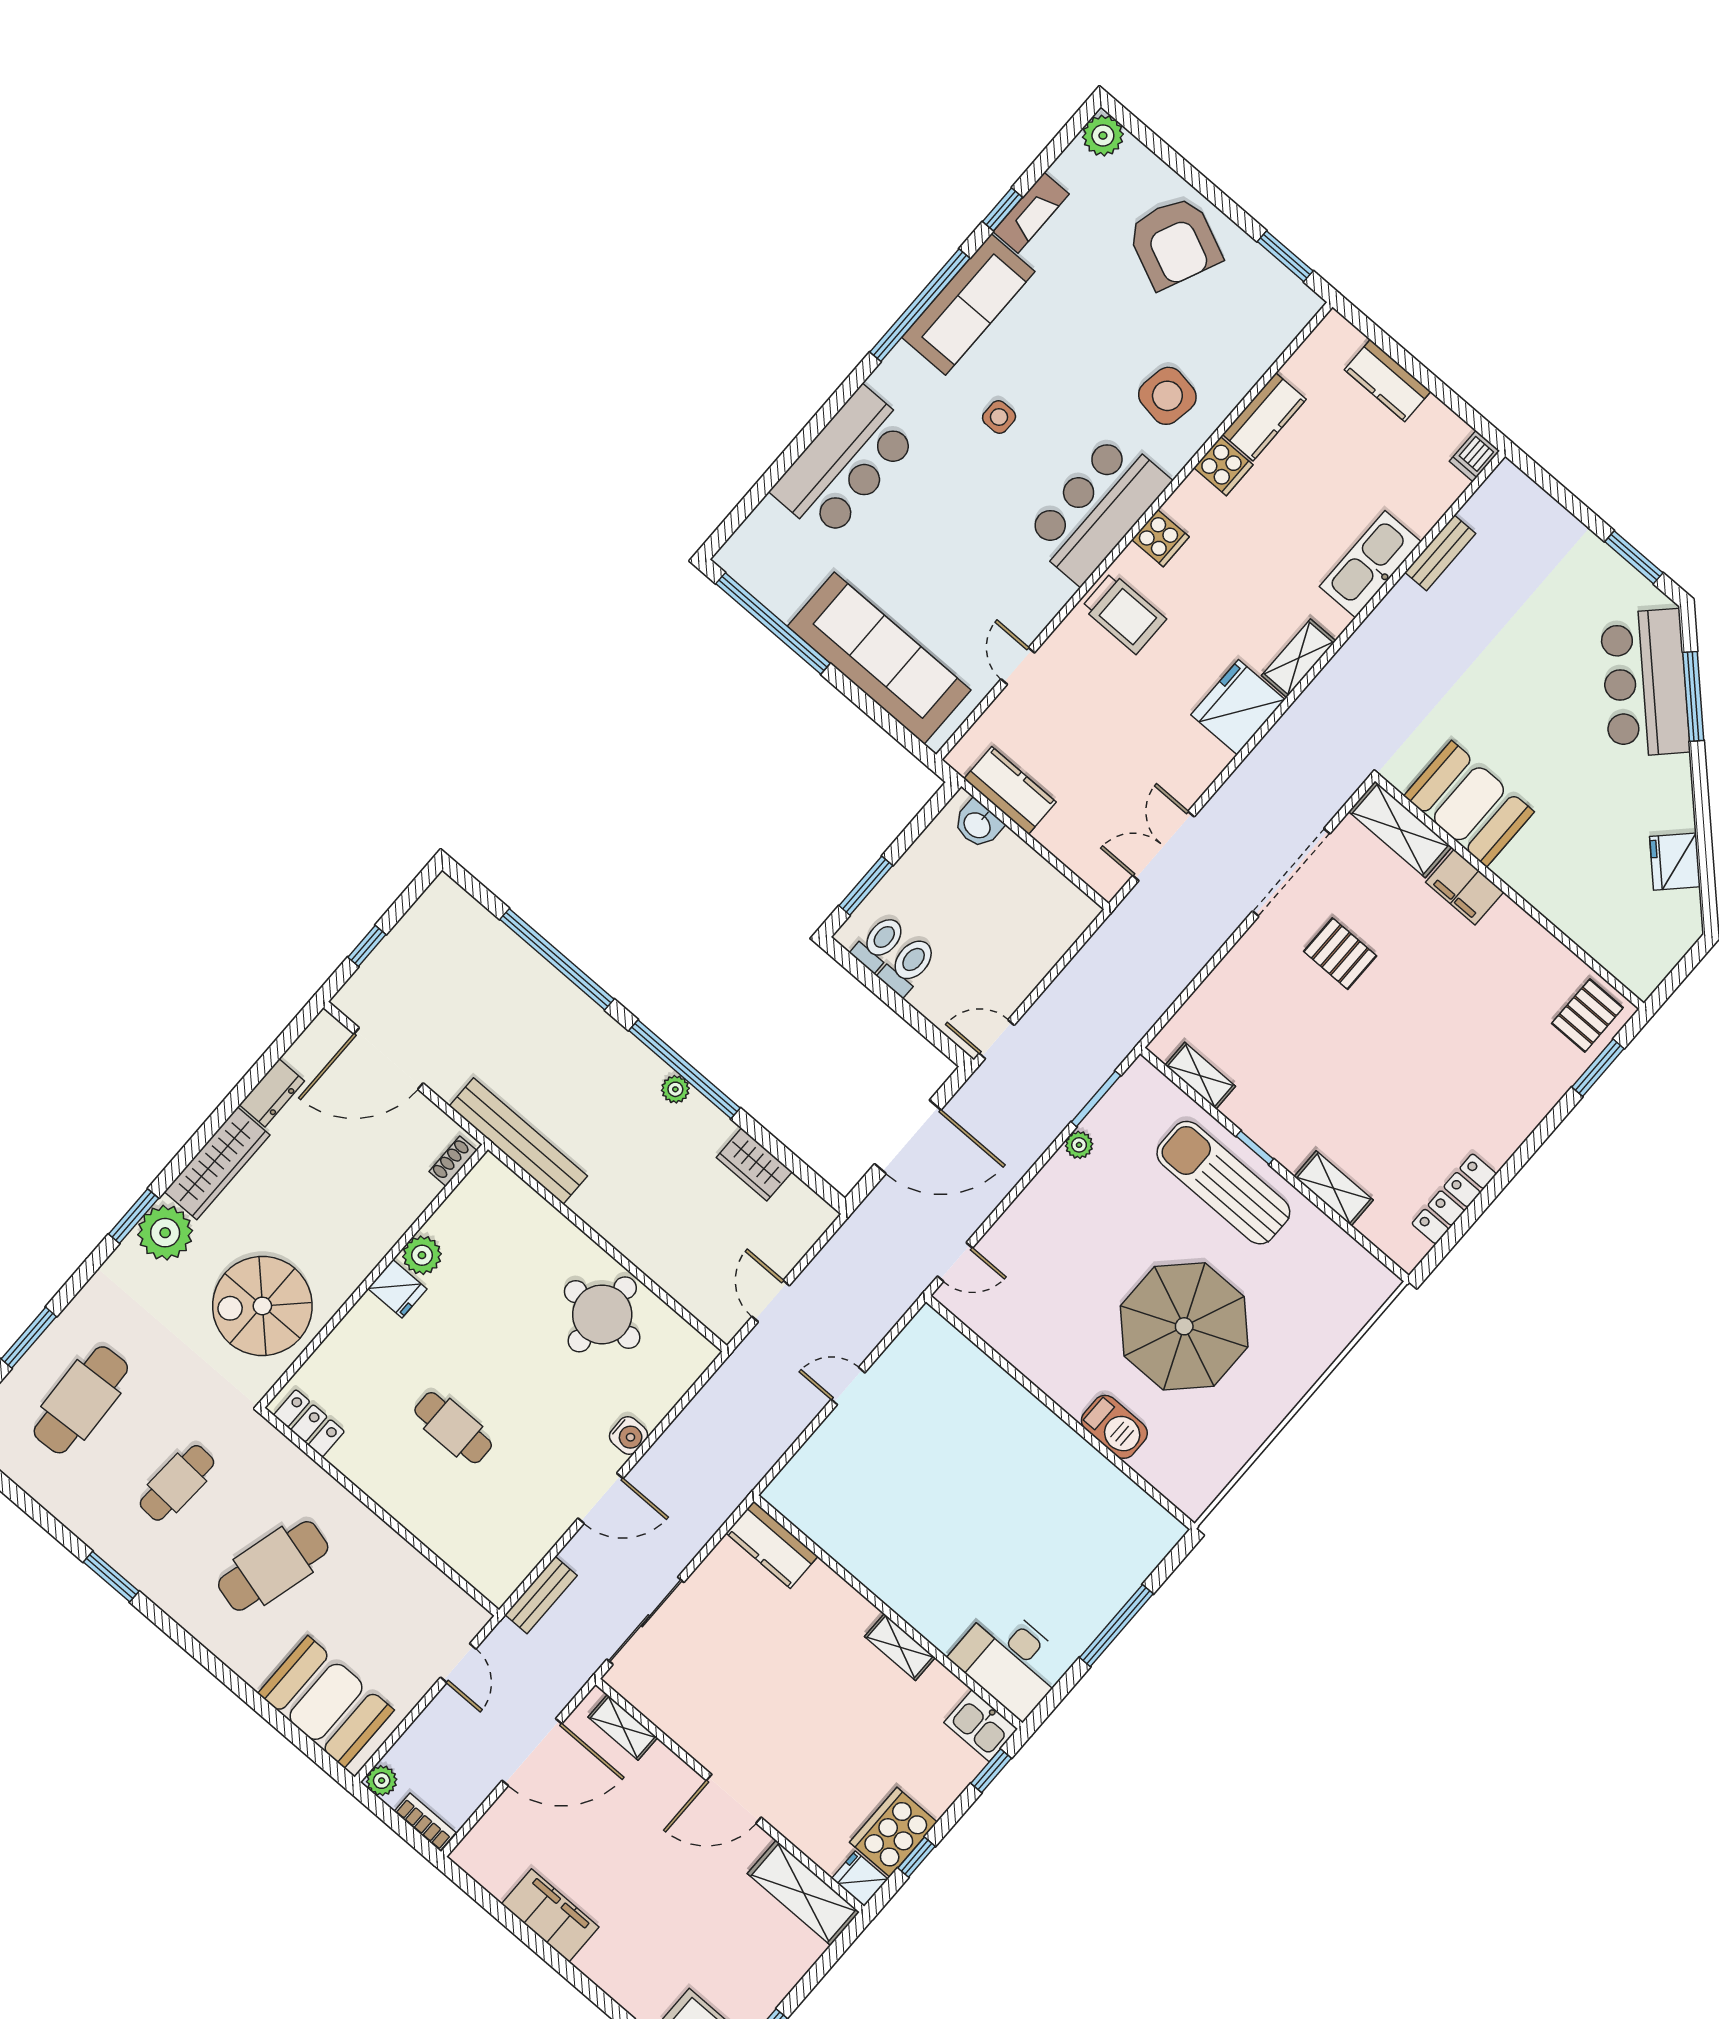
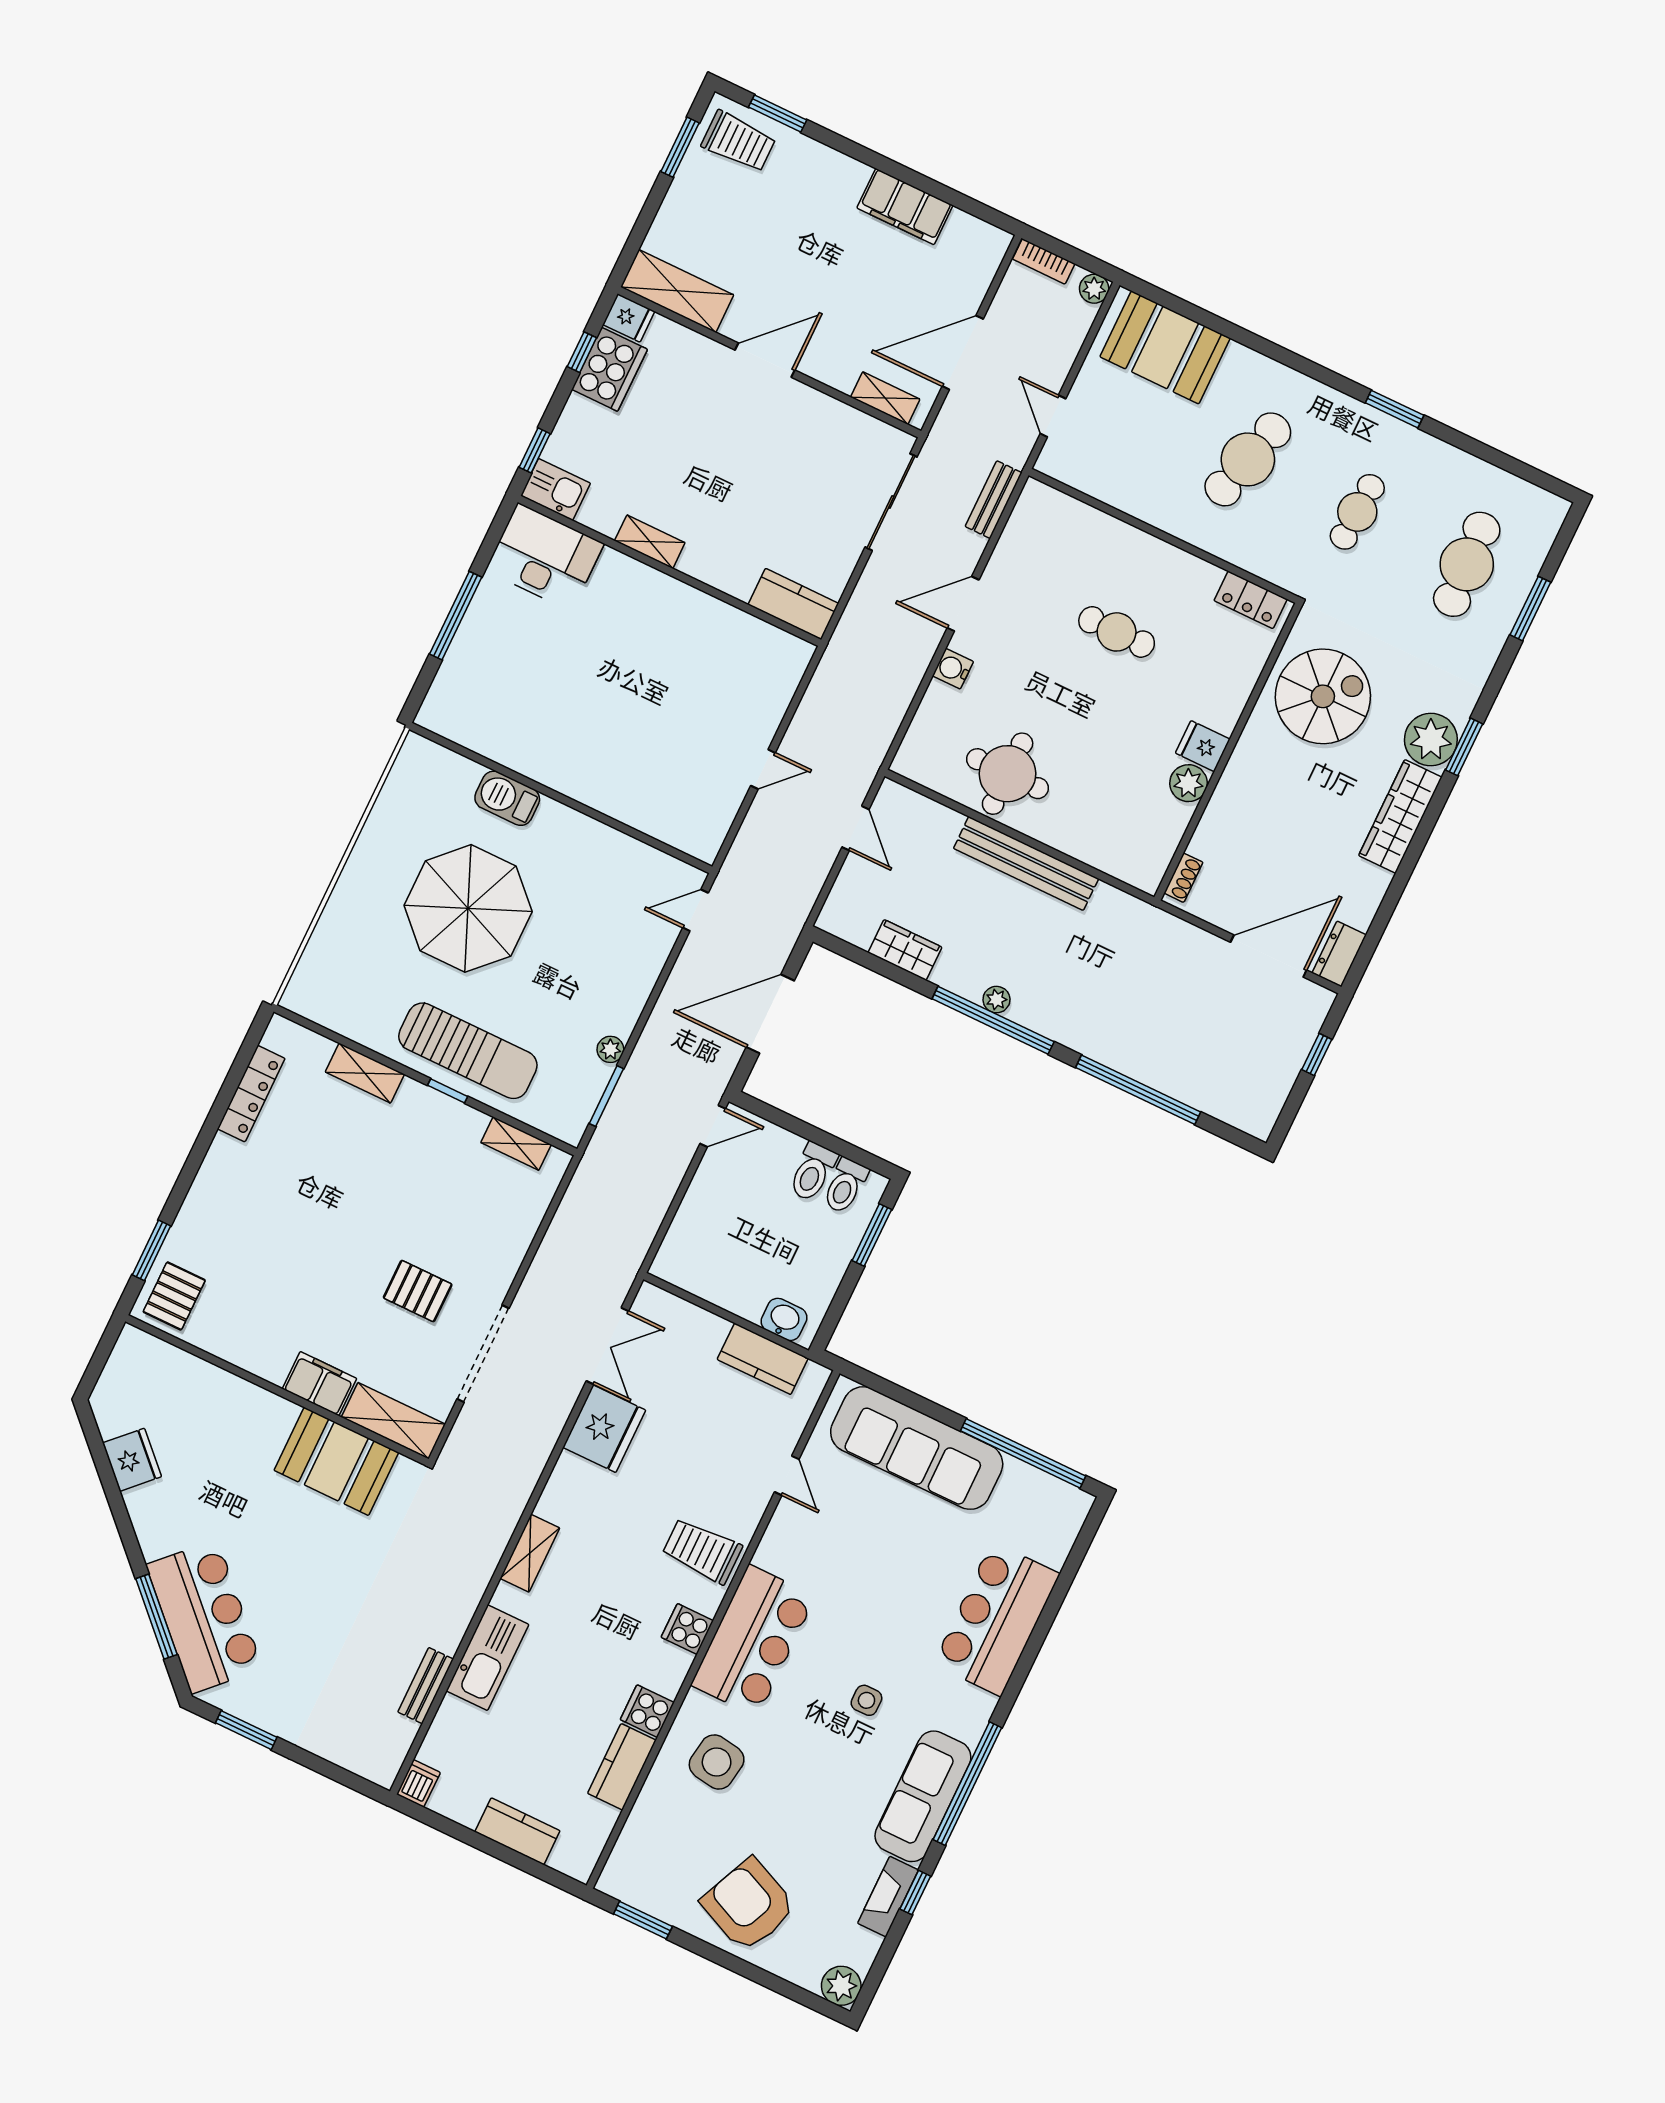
fridge: (1238, 707) -> (604, 1429), moved
dresser: (272, 1093) -> (1339, 954), moved
bench: (518, 1141) -> (1026, 863), moved

